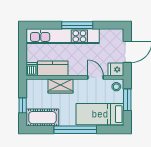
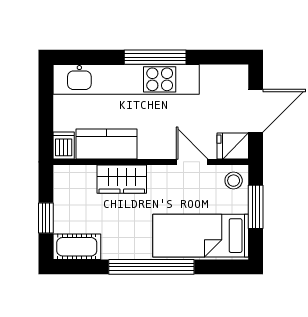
cot: (42, 118) -> (77, 247), width x0.73, depth x0.75

